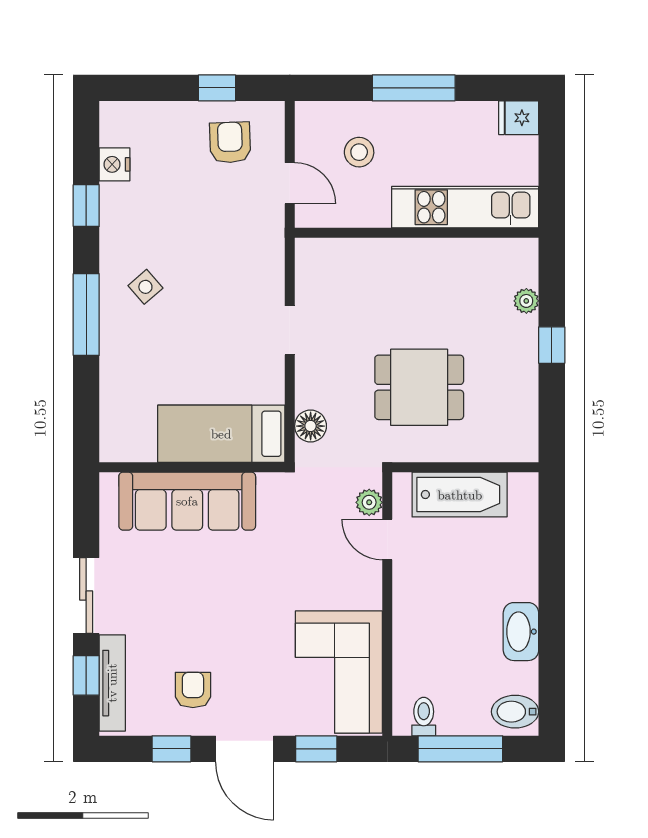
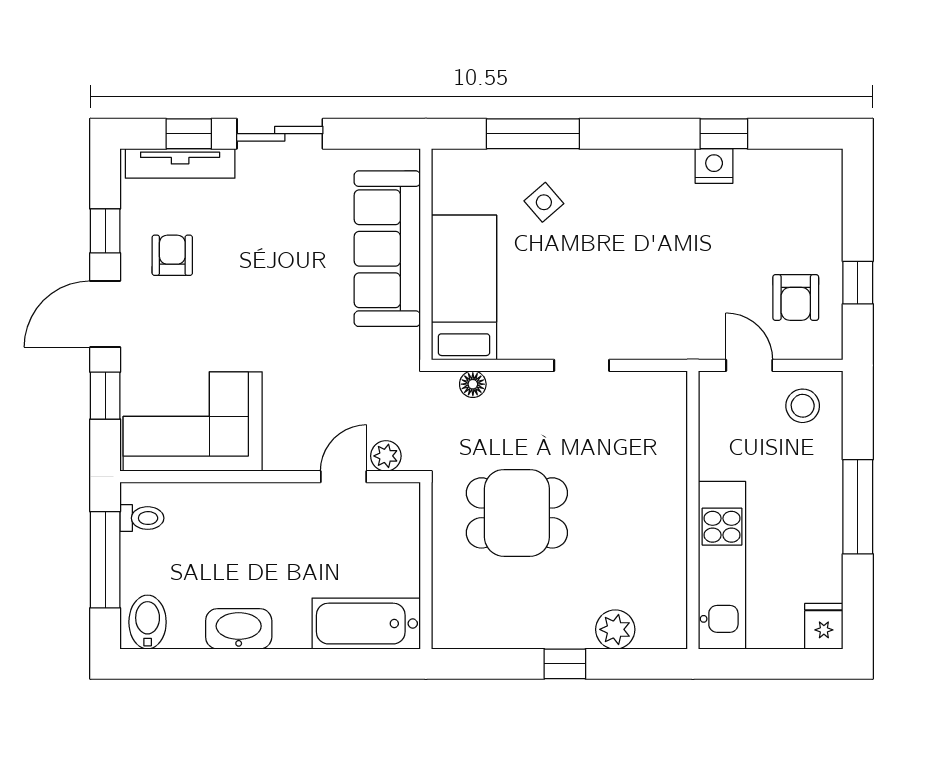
armchair: (230, 142) -> (796, 297), turned 92
stool: (359, 152) -> (803, 406), moved
nightstand: (114, 164) -> (714, 166), moved
door: (290, 183) -> (749, 365), swing flipped
side table: (145, 287) -> (544, 202), moved
plant: (526, 301) -> (615, 629), width x1.38, depth x1.38
window: (86, 315) -> (533, 134), moved
dining table: (419, 387) -> (517, 513), turned 90
floor lamp: (311, 426) -> (473, 384), width x0.73, depth x0.73
bathtub: (460, 495) -> (366, 624), moved, turned 90
armchair: (193, 690) -> (172, 255), turned -90

